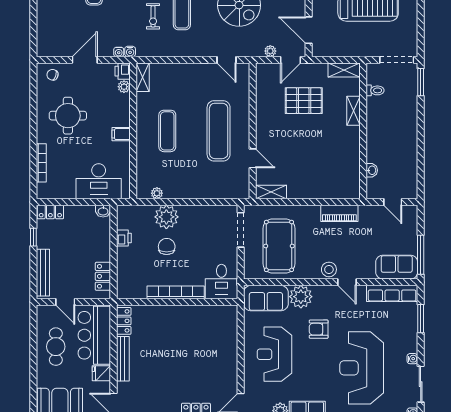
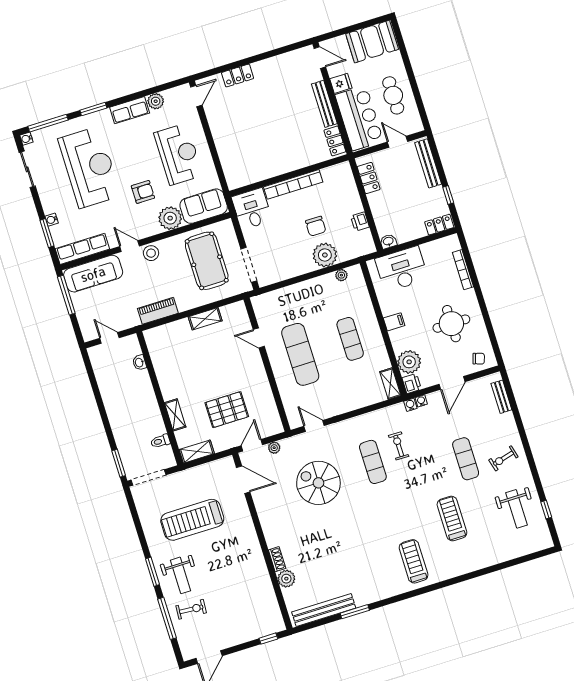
bench: (42, 33) -> (501, 397), added
plant: (124, 87) -> (409, 362), width x1.88, depth x1.88
shelving: (271, 192) -> (205, 319), moved
sofa: (397, 267) -> (93, 274), width x1.36
water cooler: (412, 359) -> (52, 220), moved

